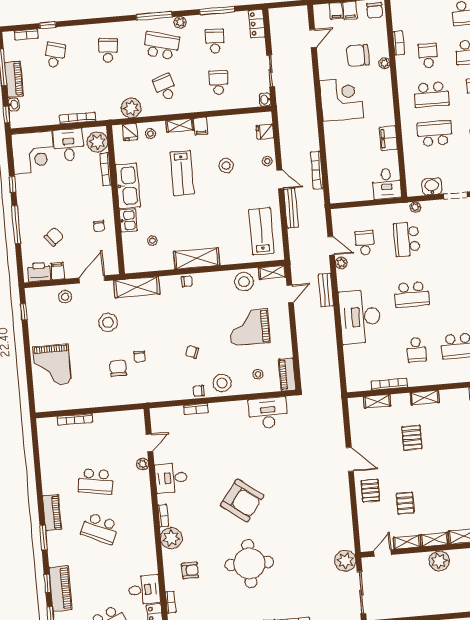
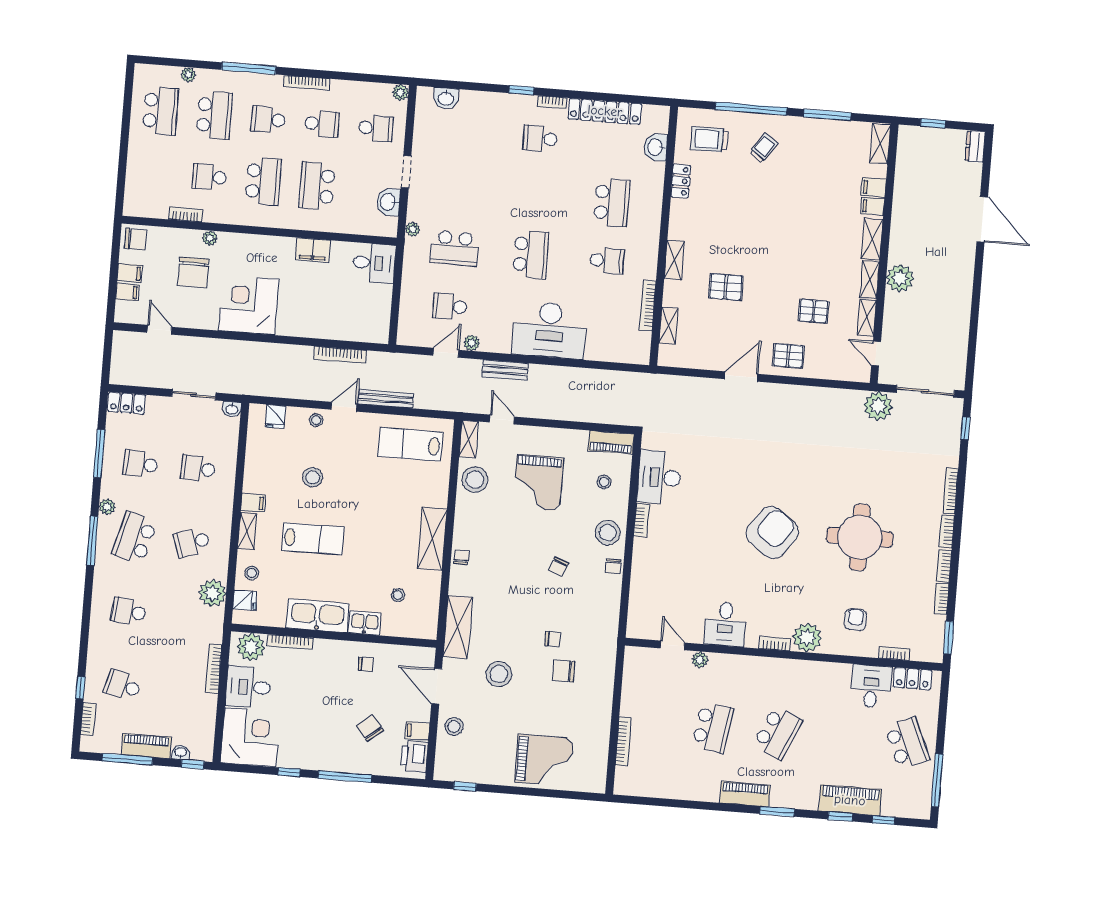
bookcase: (196, 409) -> (642, 520), moved

